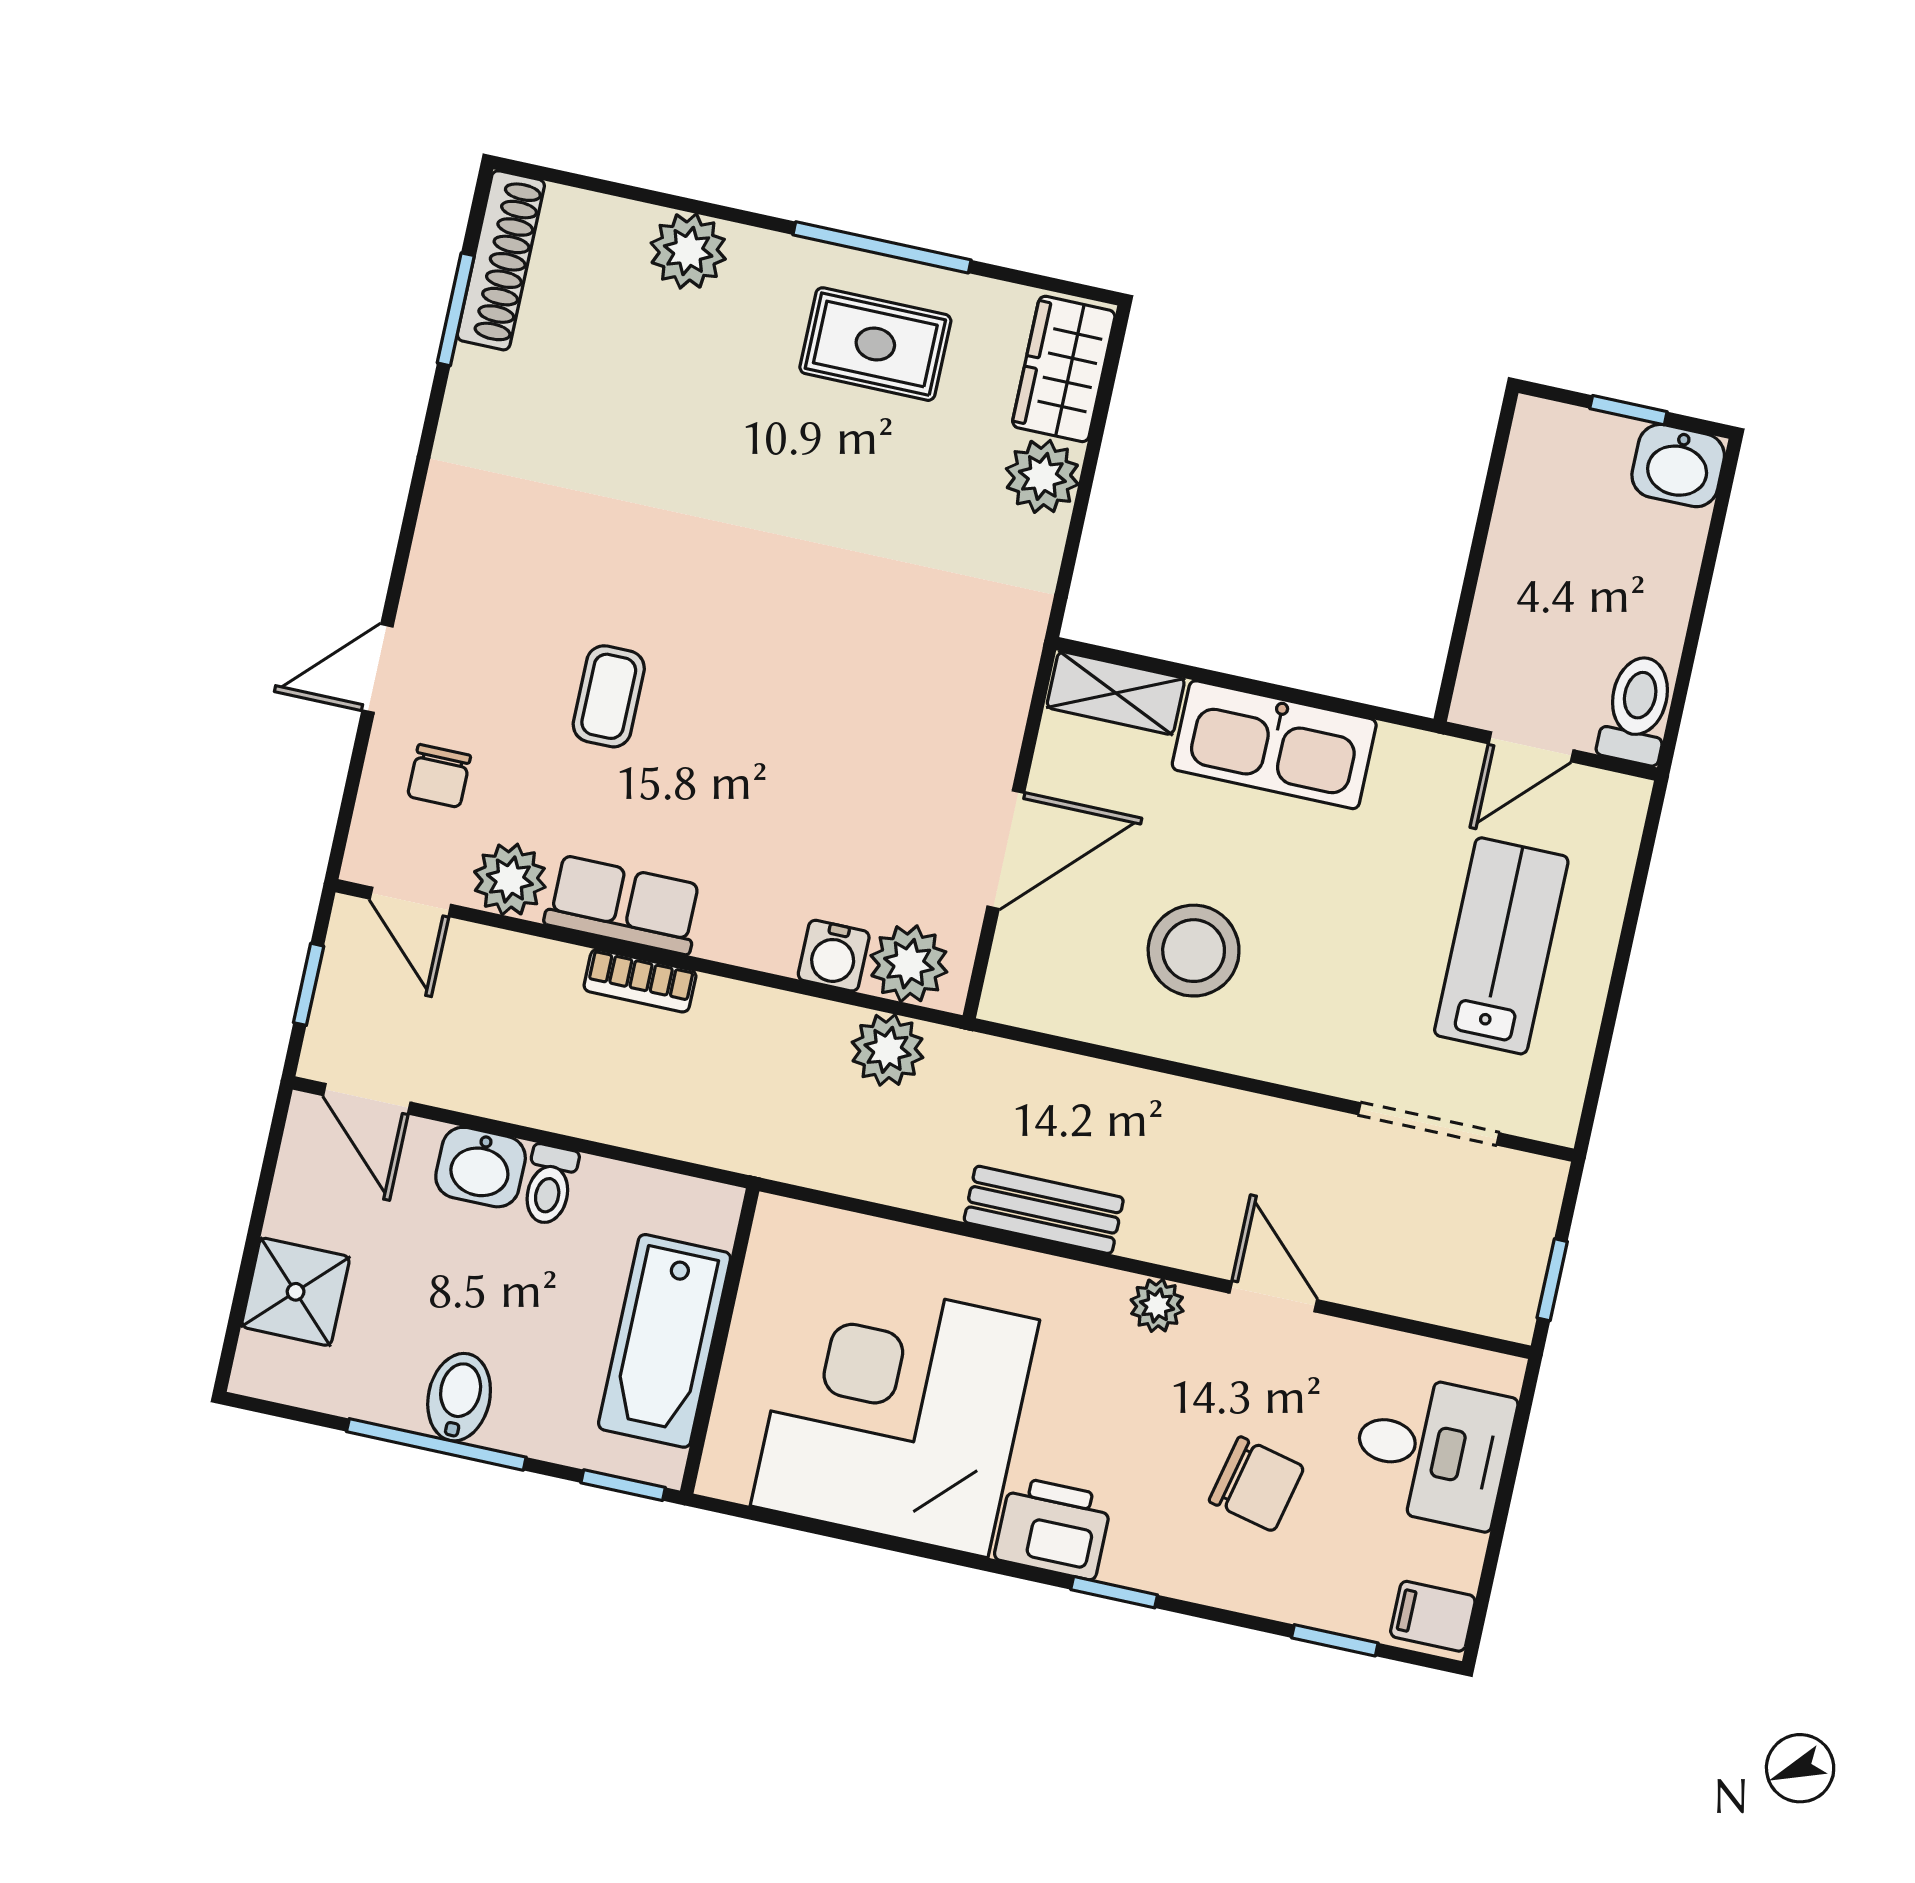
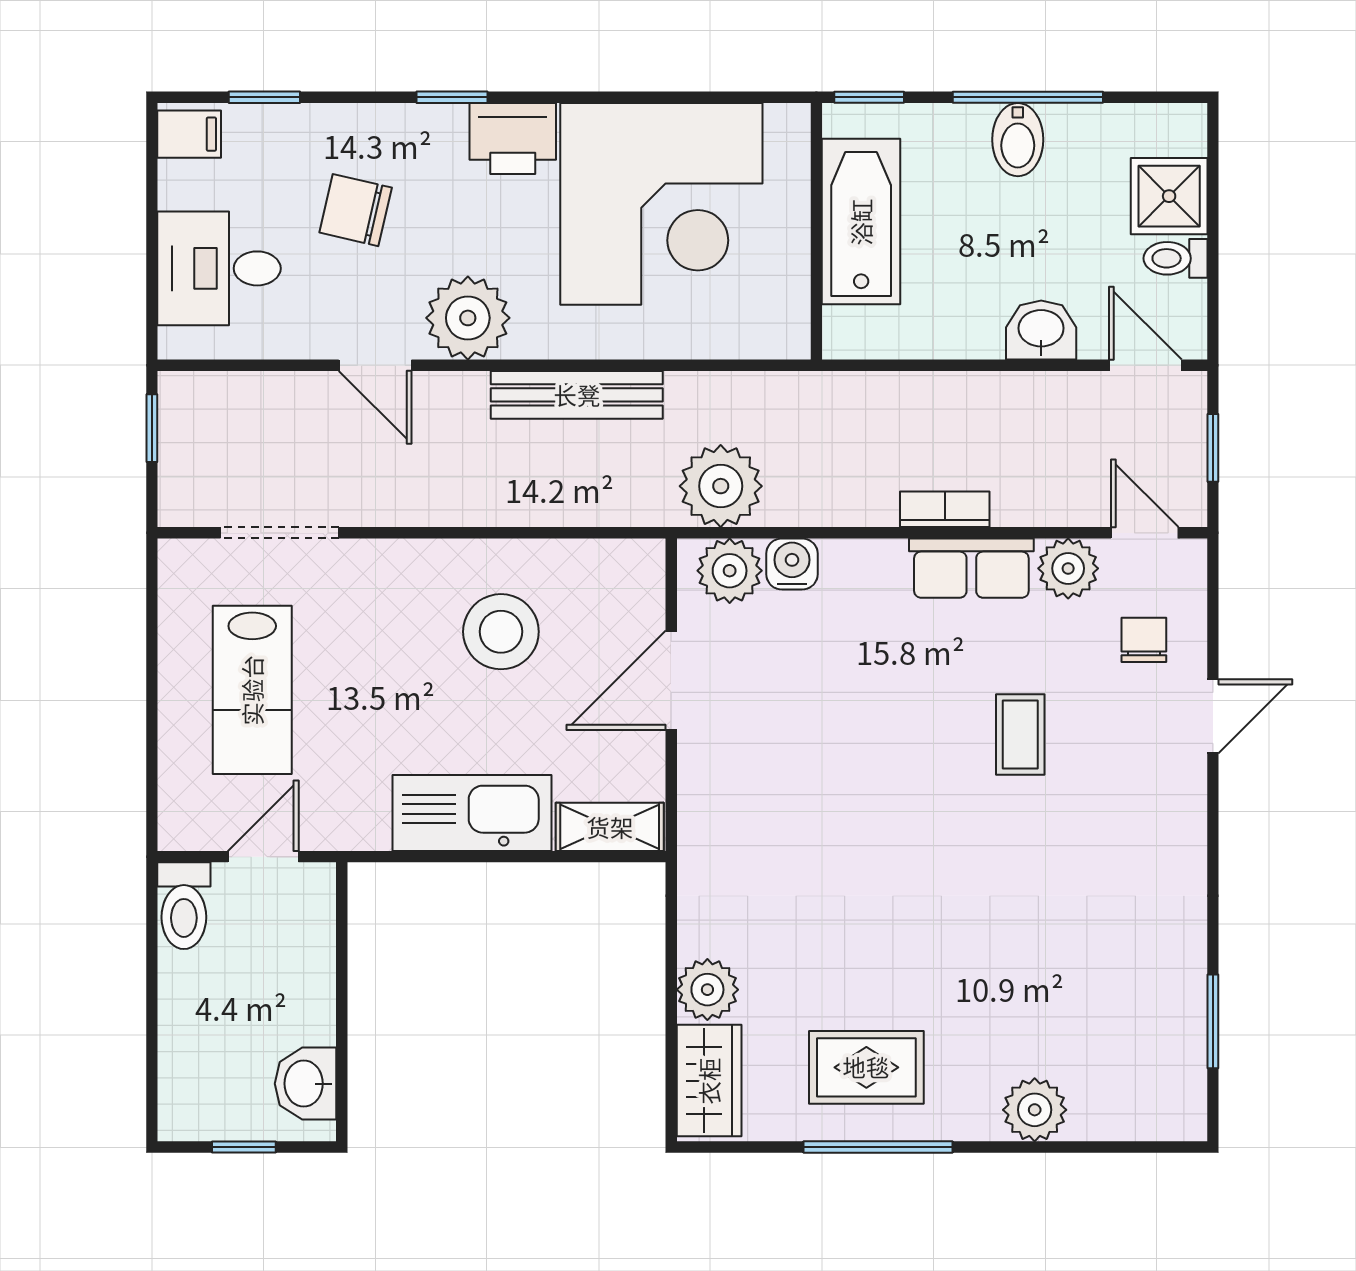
shoe rack: (501, 260) -> (1185, 1069), removed
washbasin: (1678, 466) -> (305, 1084), moved, turned -90
plant: (887, 1050) -> (721, 486), width x1.36, depth x1.36
toilet: (549, 1185) -> (1175, 258), moved, turned -90
bench: (1044, 1210) -> (577, 395), width x1.36
plant: (1157, 1305) -> (468, 318), width x1.88, depth x1.88

